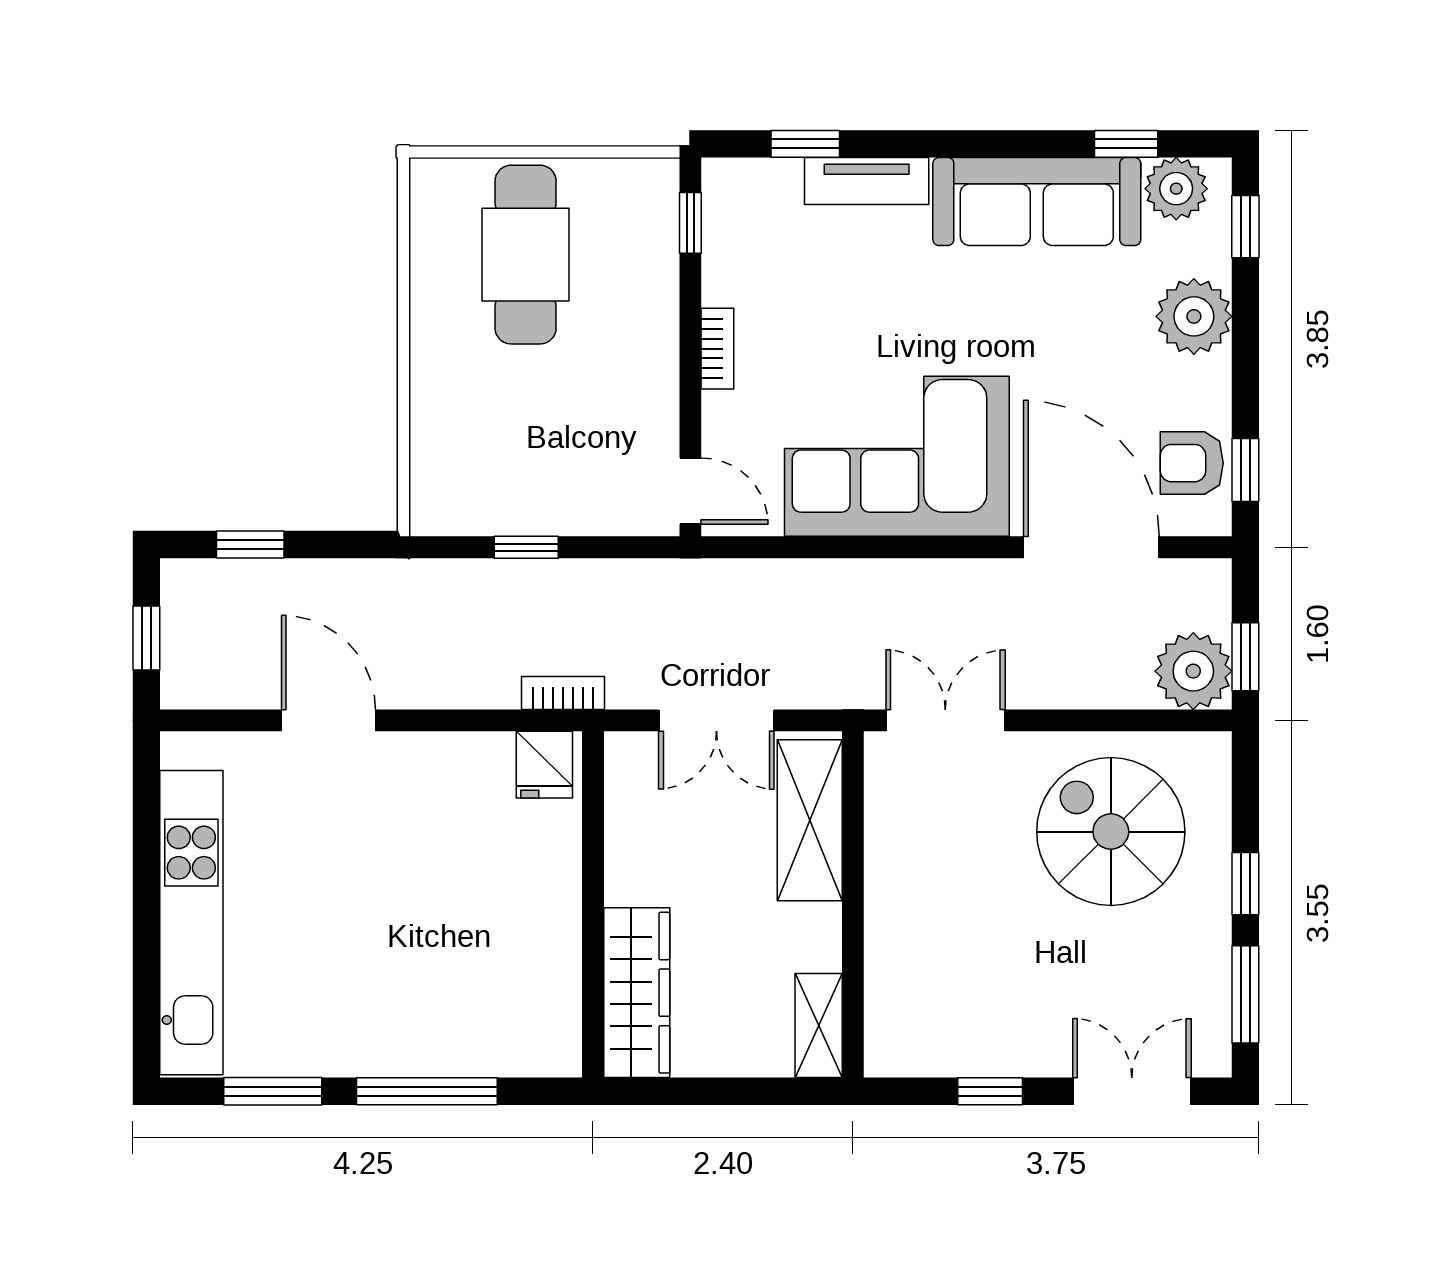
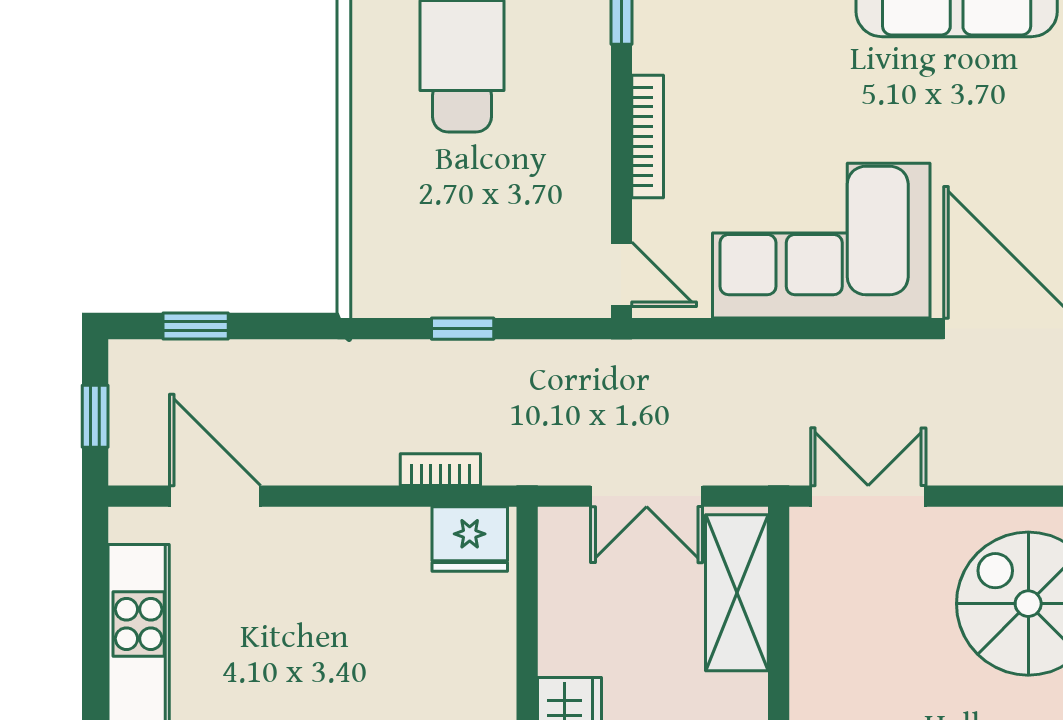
bookcase: (717, 349) -> (648, 136), width x1.56
bookcase: (563, 693) -> (440, 470), moved
door: (328, 720) -> (215, 496), moved
fridge: (544, 765) -> (470, 539), width x1.38

